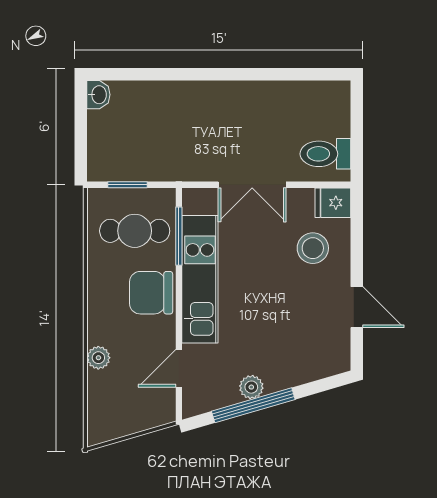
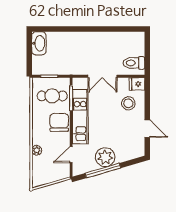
washbasin: (98, 95) -> (39, 43), width x1.91, depth x1.45
chair: (151, 293) -> (59, 122), turned 90
plant: (251, 387) -> (105, 157), width x1.88, depth x1.88

